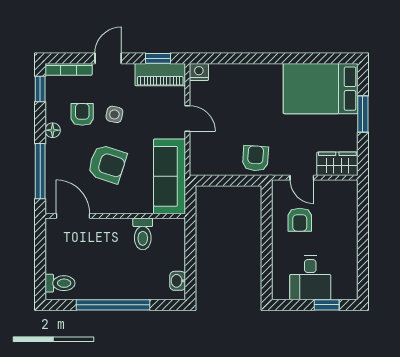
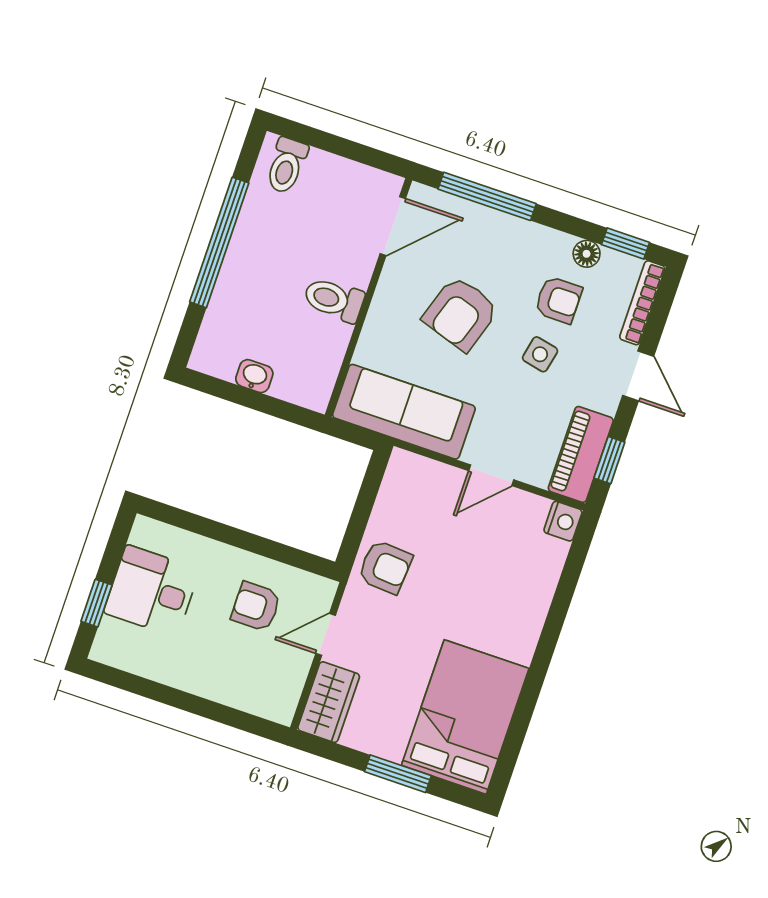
floor lamp: (53, 130) -> (587, 254), moved
toilet: (143, 234) -> (334, 300), moved
washbasin: (178, 281) -> (254, 376), moved

